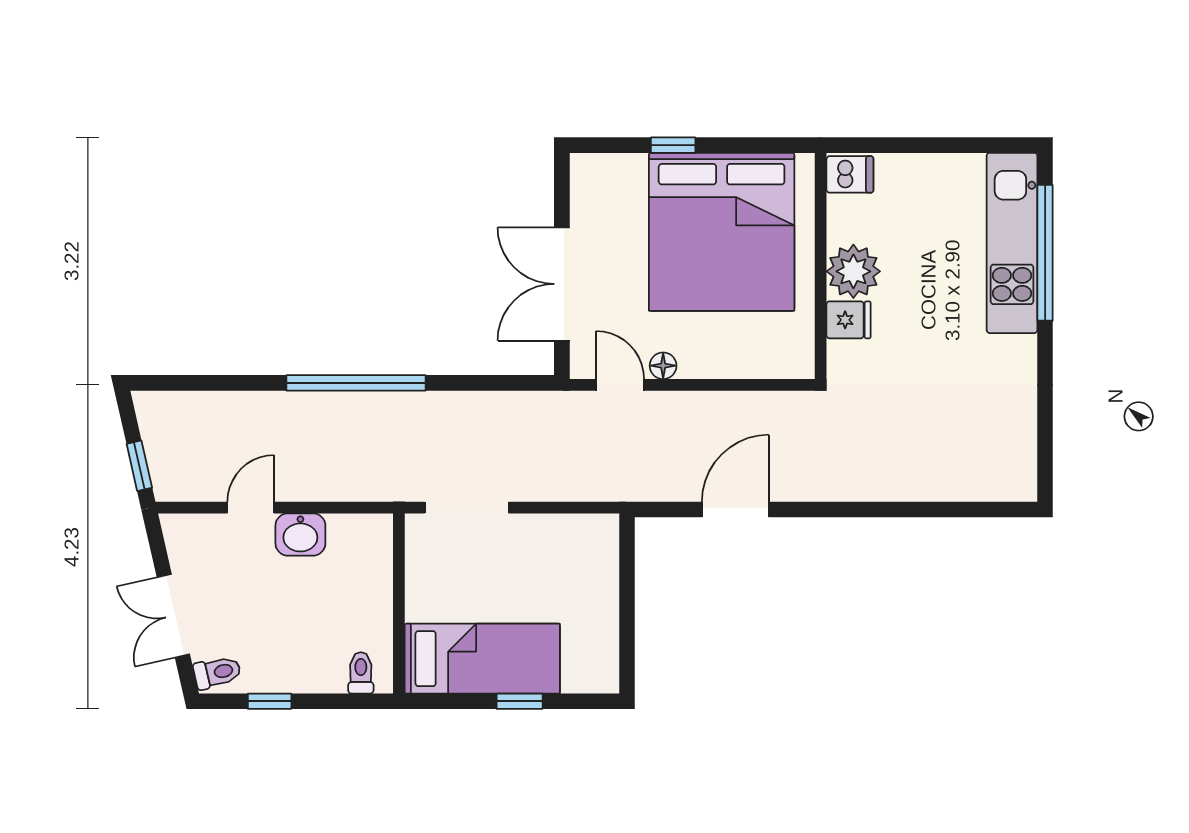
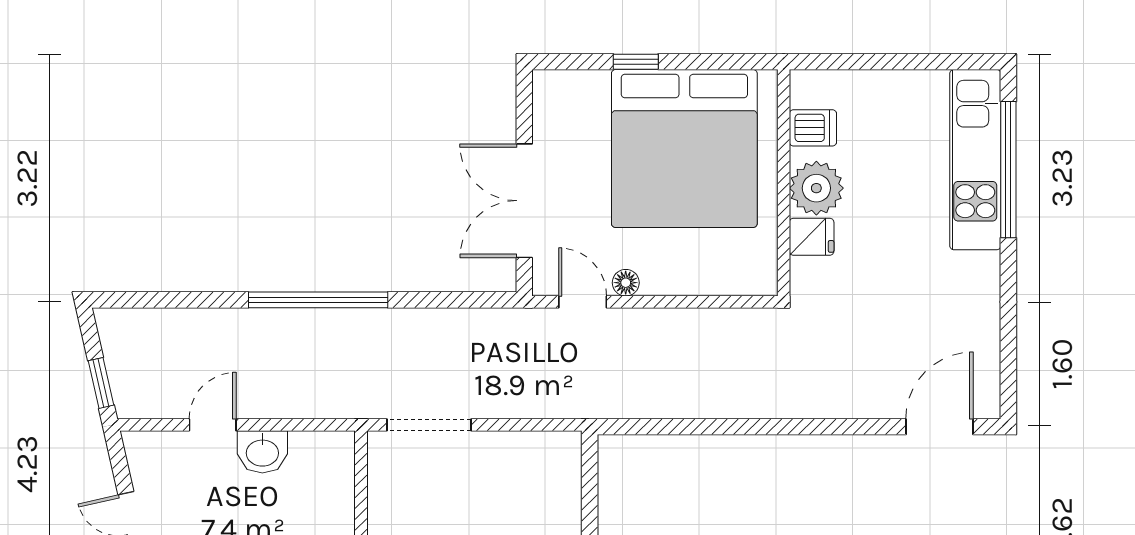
dishwasher: (850, 174) -> (813, 128), moved
door: (735, 509) -> (940, 427), moved

